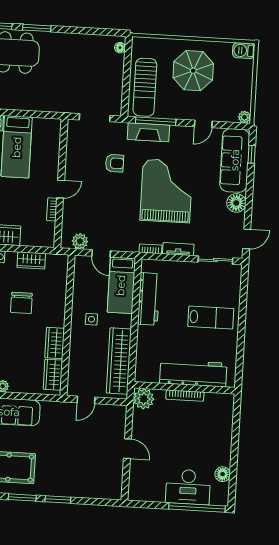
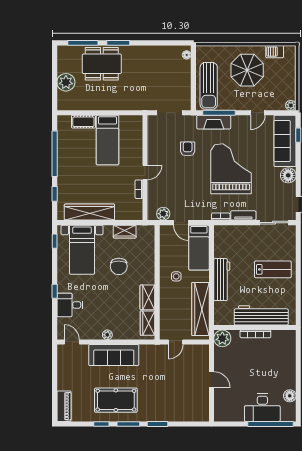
barbecue: (244, 51) -> (275, 52), moved
armchair: (115, 163) -> (188, 149), turned -90
workbench: (149, 299) -> (222, 280), moved

